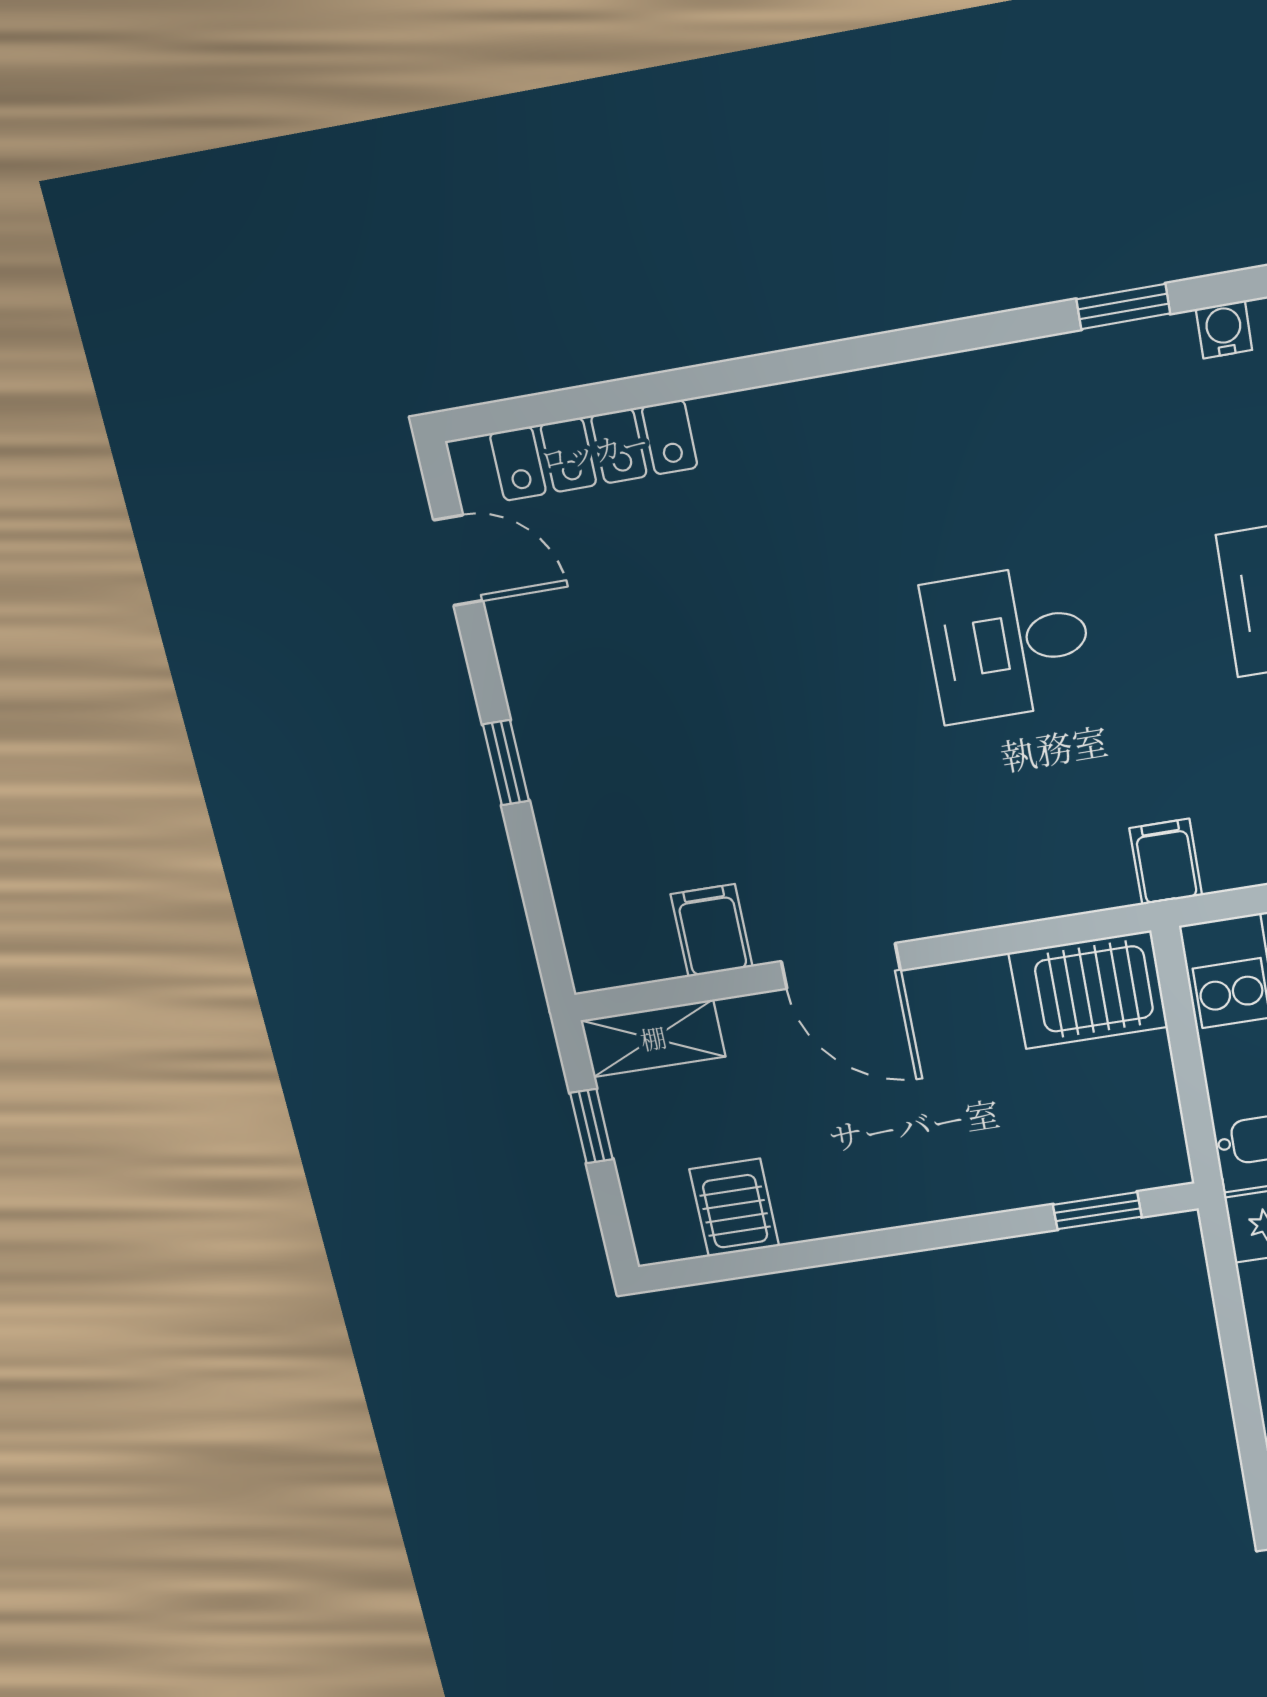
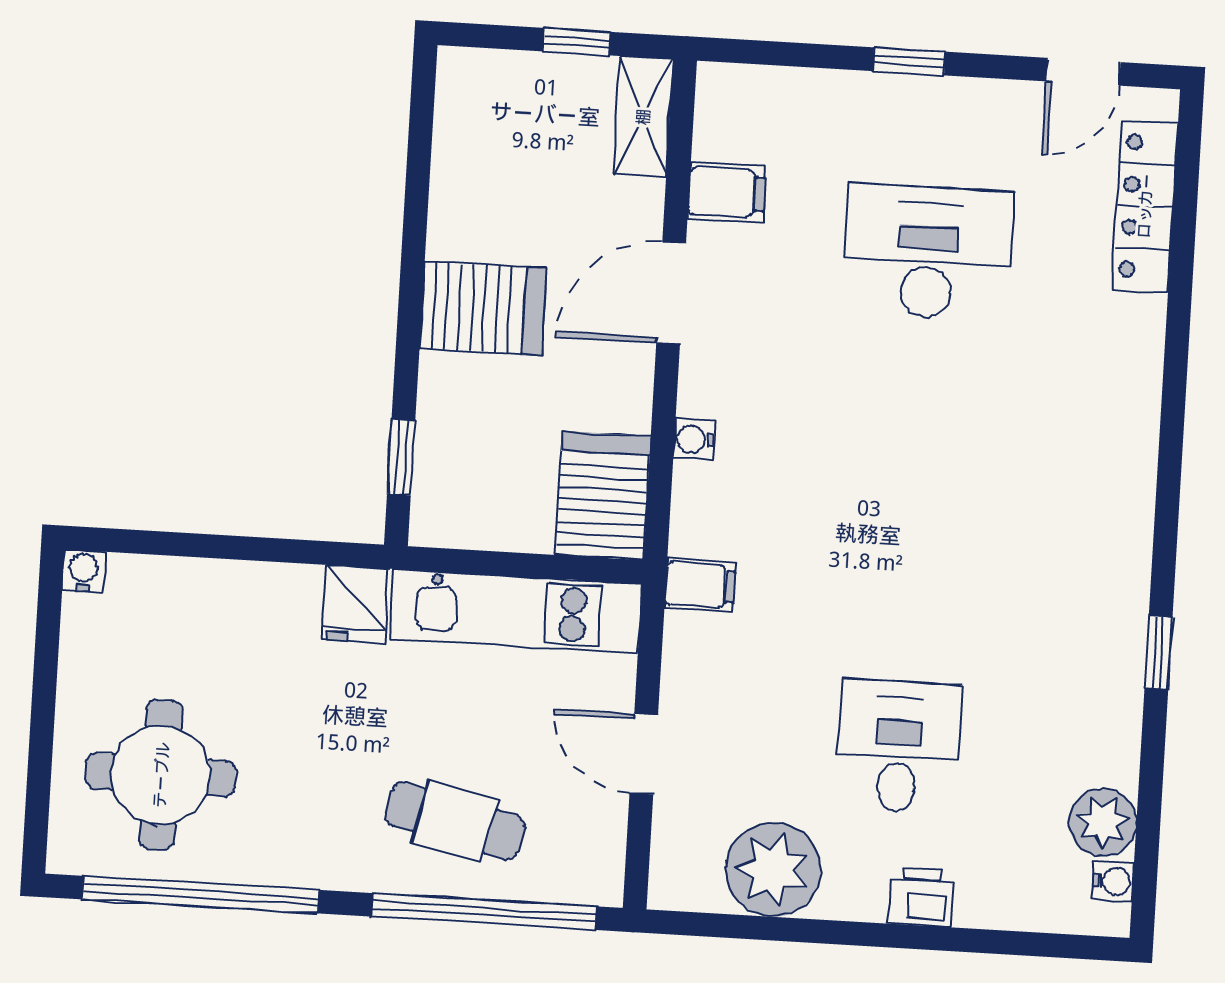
water cooler: (1224, 330) -> (694, 439), moved, turned 180
desk: (1008, 643) -> (928, 252), moved, width x1.37
server rack: (734, 1208) -> (483, 308), moved, width x1.36, depth x1.44

